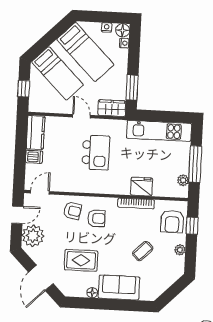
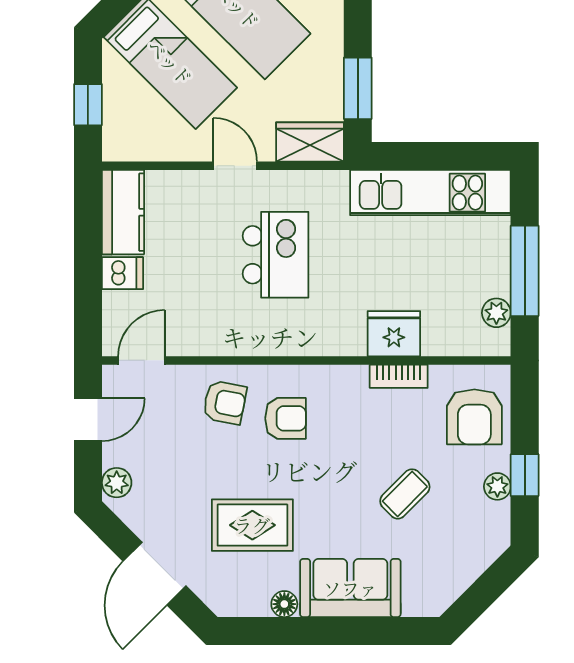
bookcase: (136, 203) -> (399, 376), width x0.64
window: (192, 226) -> (525, 475), moved
plant: (33, 236) -> (117, 483), width x0.53, depth x0.53

